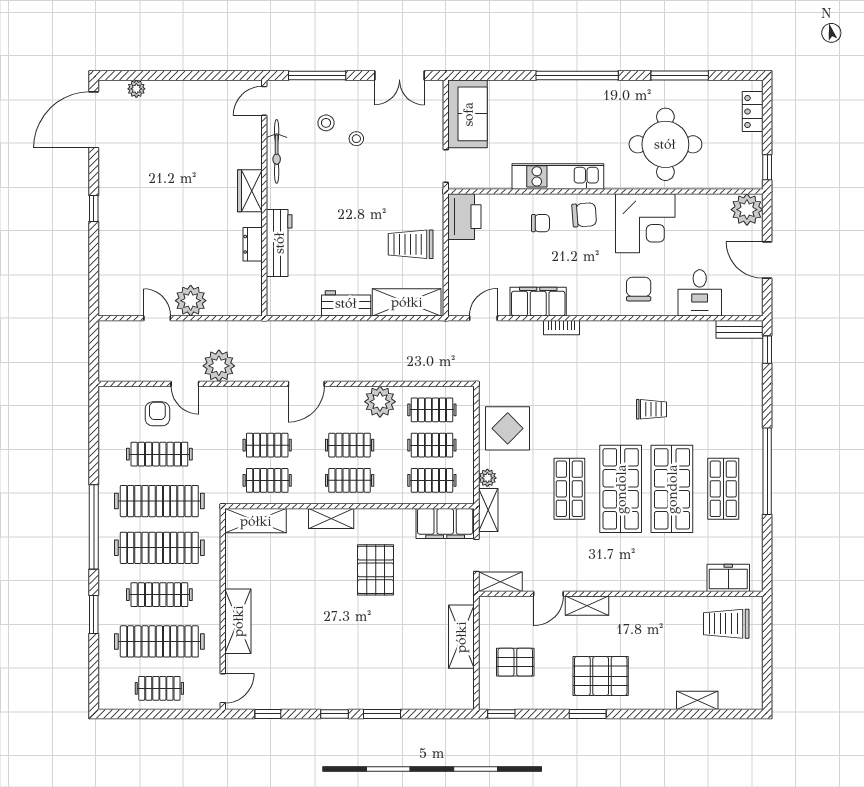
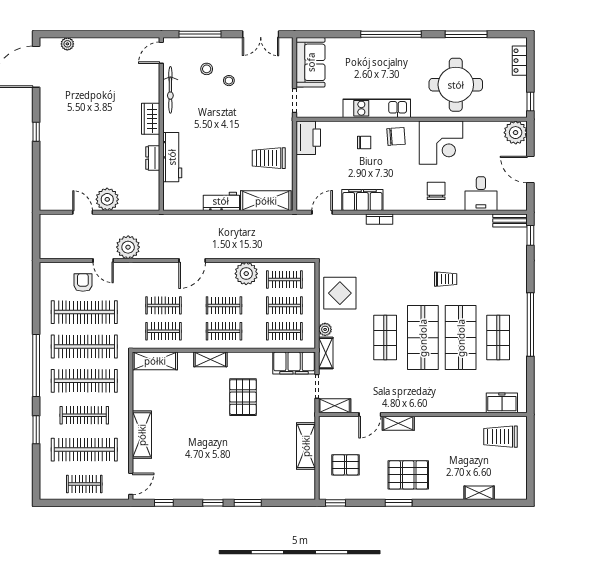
clothes rail: (159, 454) -> (84, 312), width x1.37, depth x1.31

